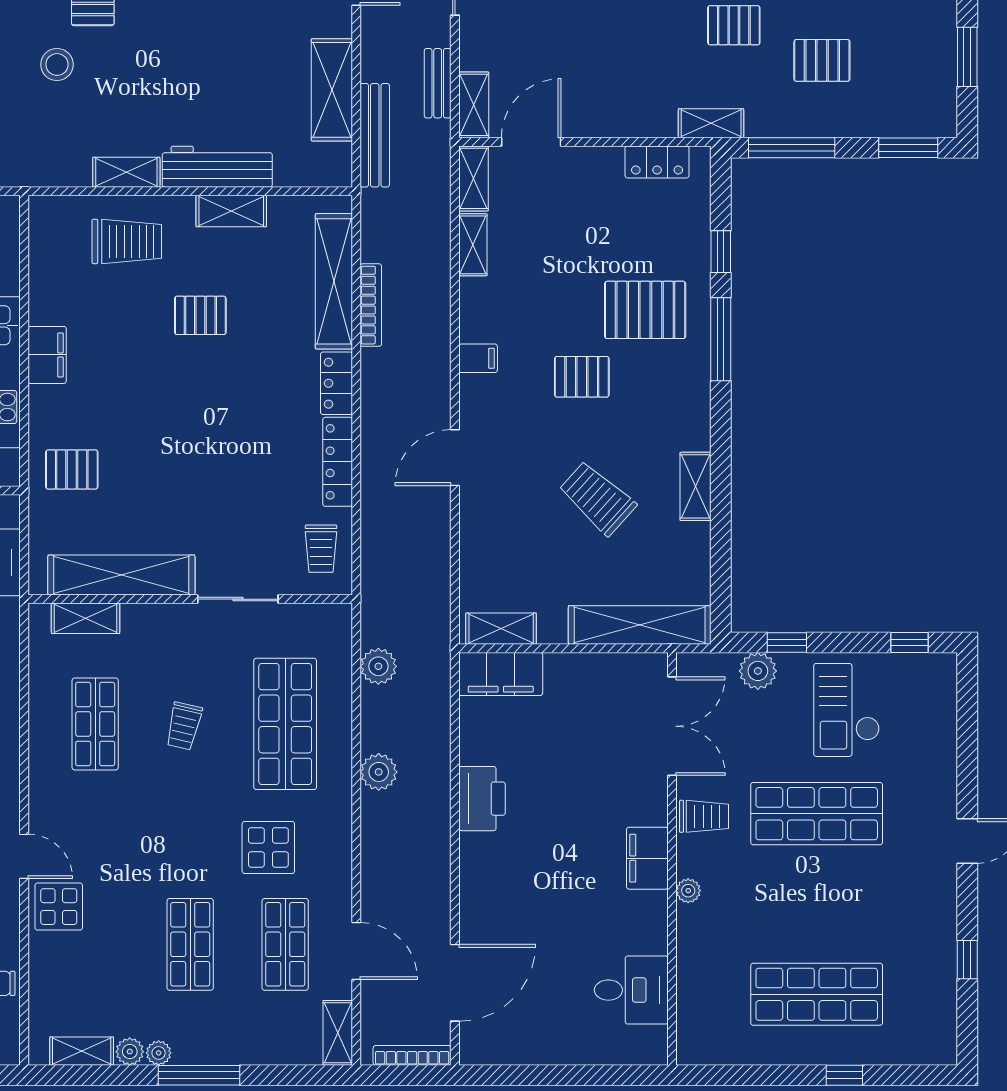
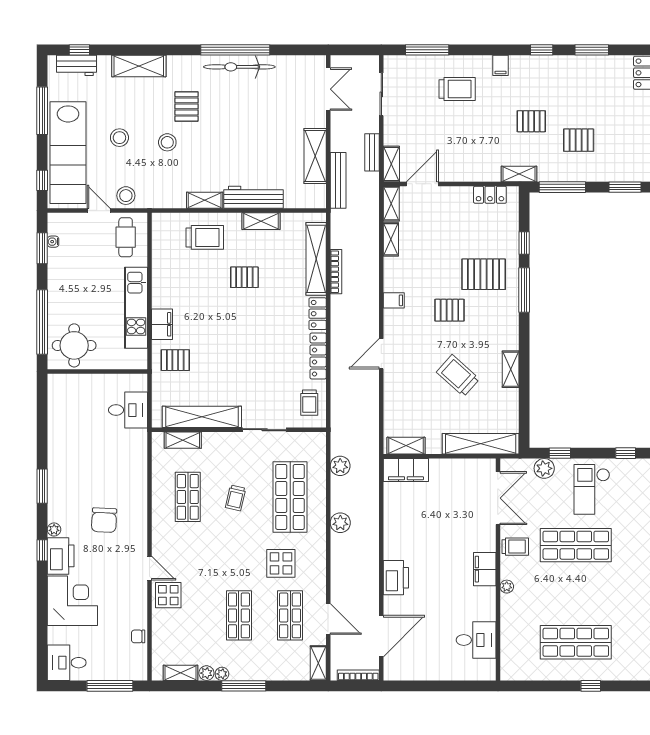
filing cabinet: (47, 355) -> (162, 324), moved
printer: (482, 799) -> (396, 578), moved

